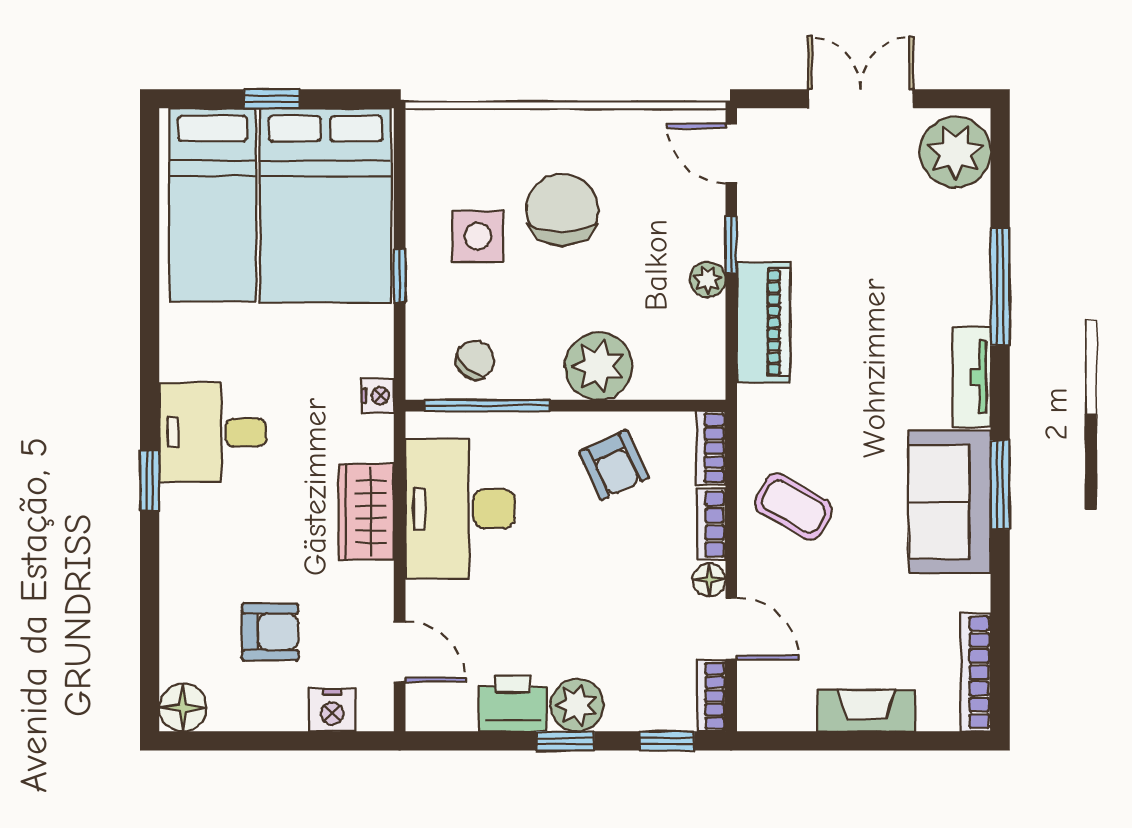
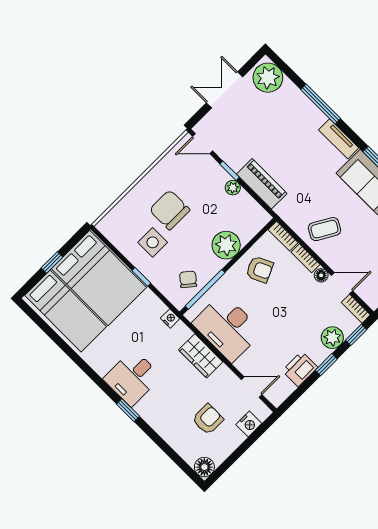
plant: (577, 705) -> (332, 338), moved

